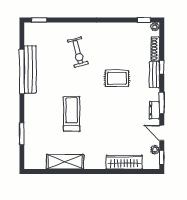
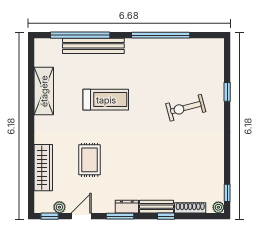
window: (39, 20) -> (227, 92), moved
bench: (30, 69) -> (93, 46), moved
rug: (117, 78) -> (90, 160), moved
dresser: (154, 110) -> (127, 207), moved
window: (22, 134) -> (80, 35), width x2.11

